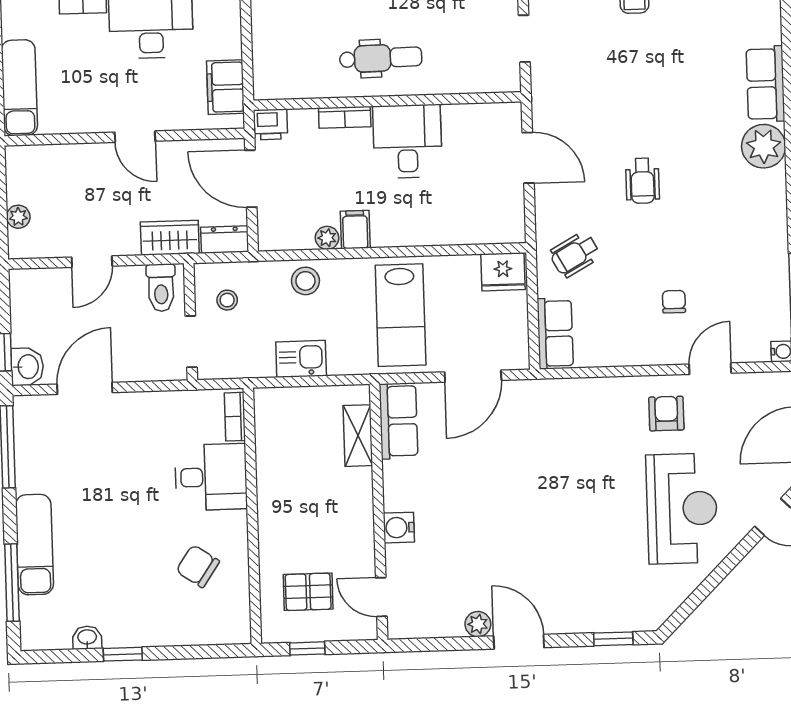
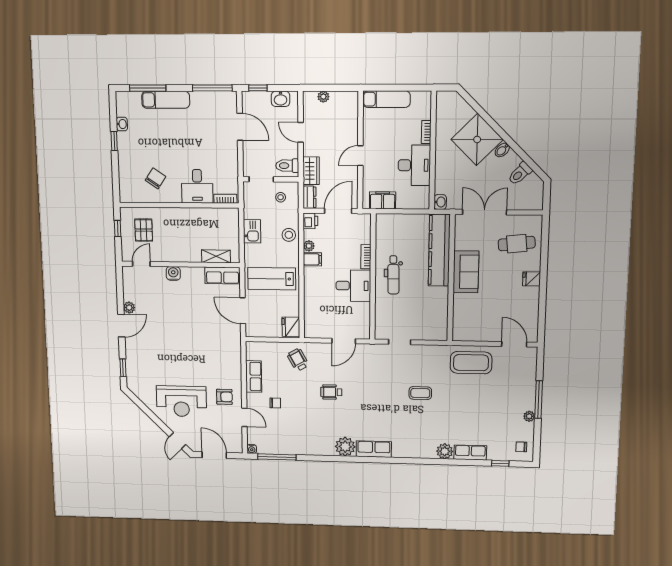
printer: (270, 124) -> (310, 221), moved, turned 180
row of seats: (555, 334) -> (254, 376), moved, turned -90
washbasin: (27, 367) -> (281, 99), moved

